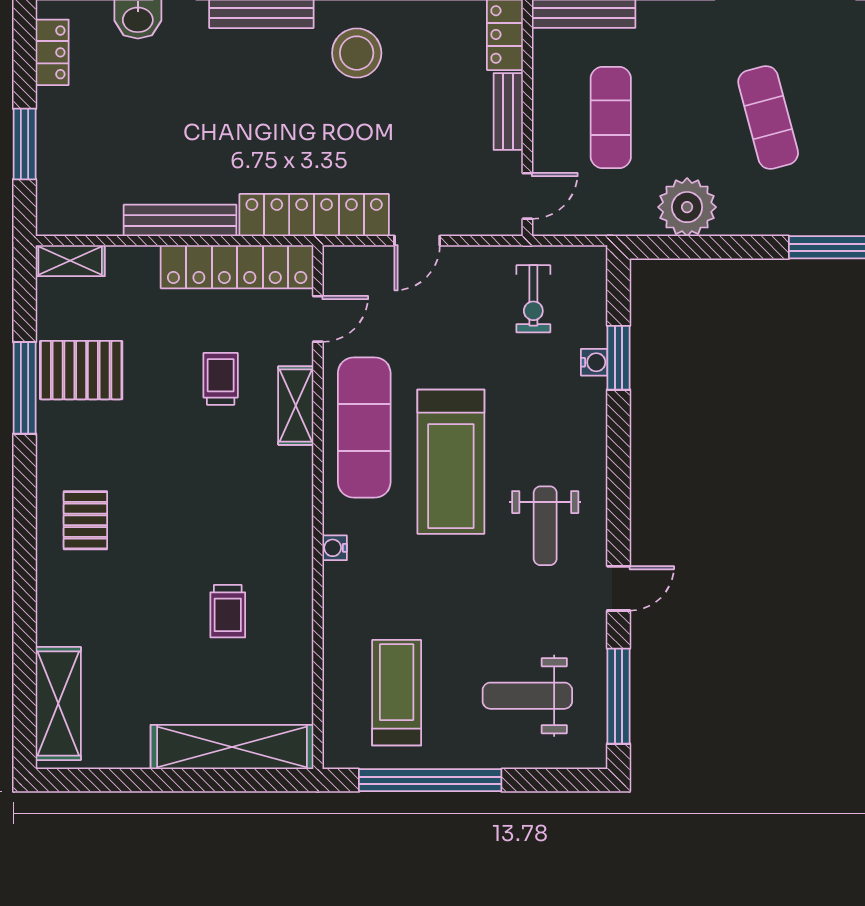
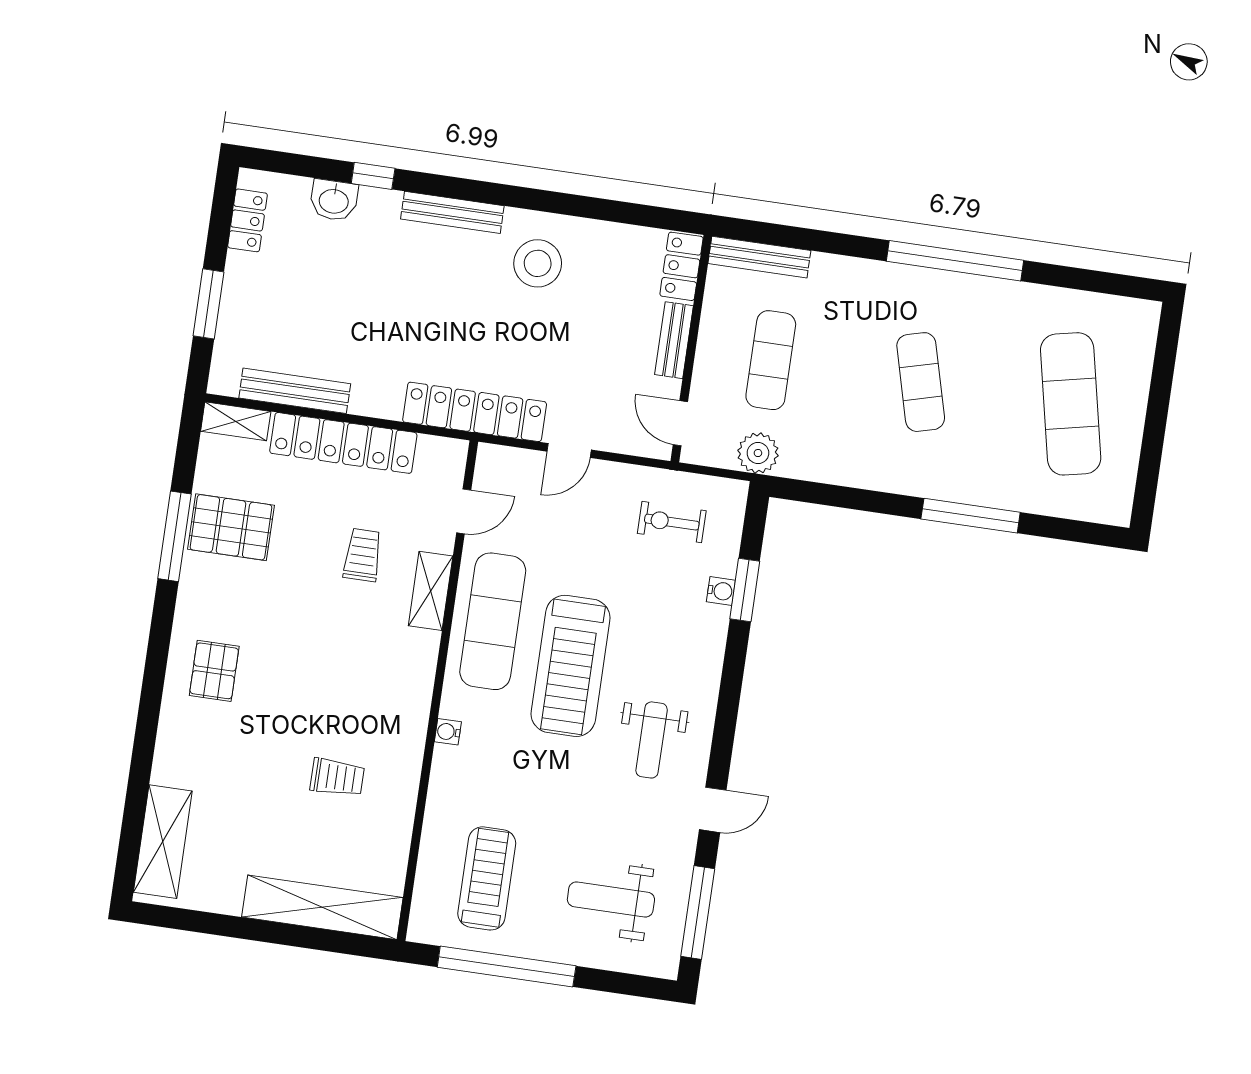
door: (527, 196) -> (680, 423), swing flipped
plant: (687, 207) -> (758, 453), moved, width x0.73, depth x0.73
bench: (180, 220) -> (295, 391), moved
locker: (237, 267) -> (343, 443), moved
exercise bike: (533, 299) -> (672, 522), turned 90
trolley: (228, 611) -> (337, 777), turned -90

